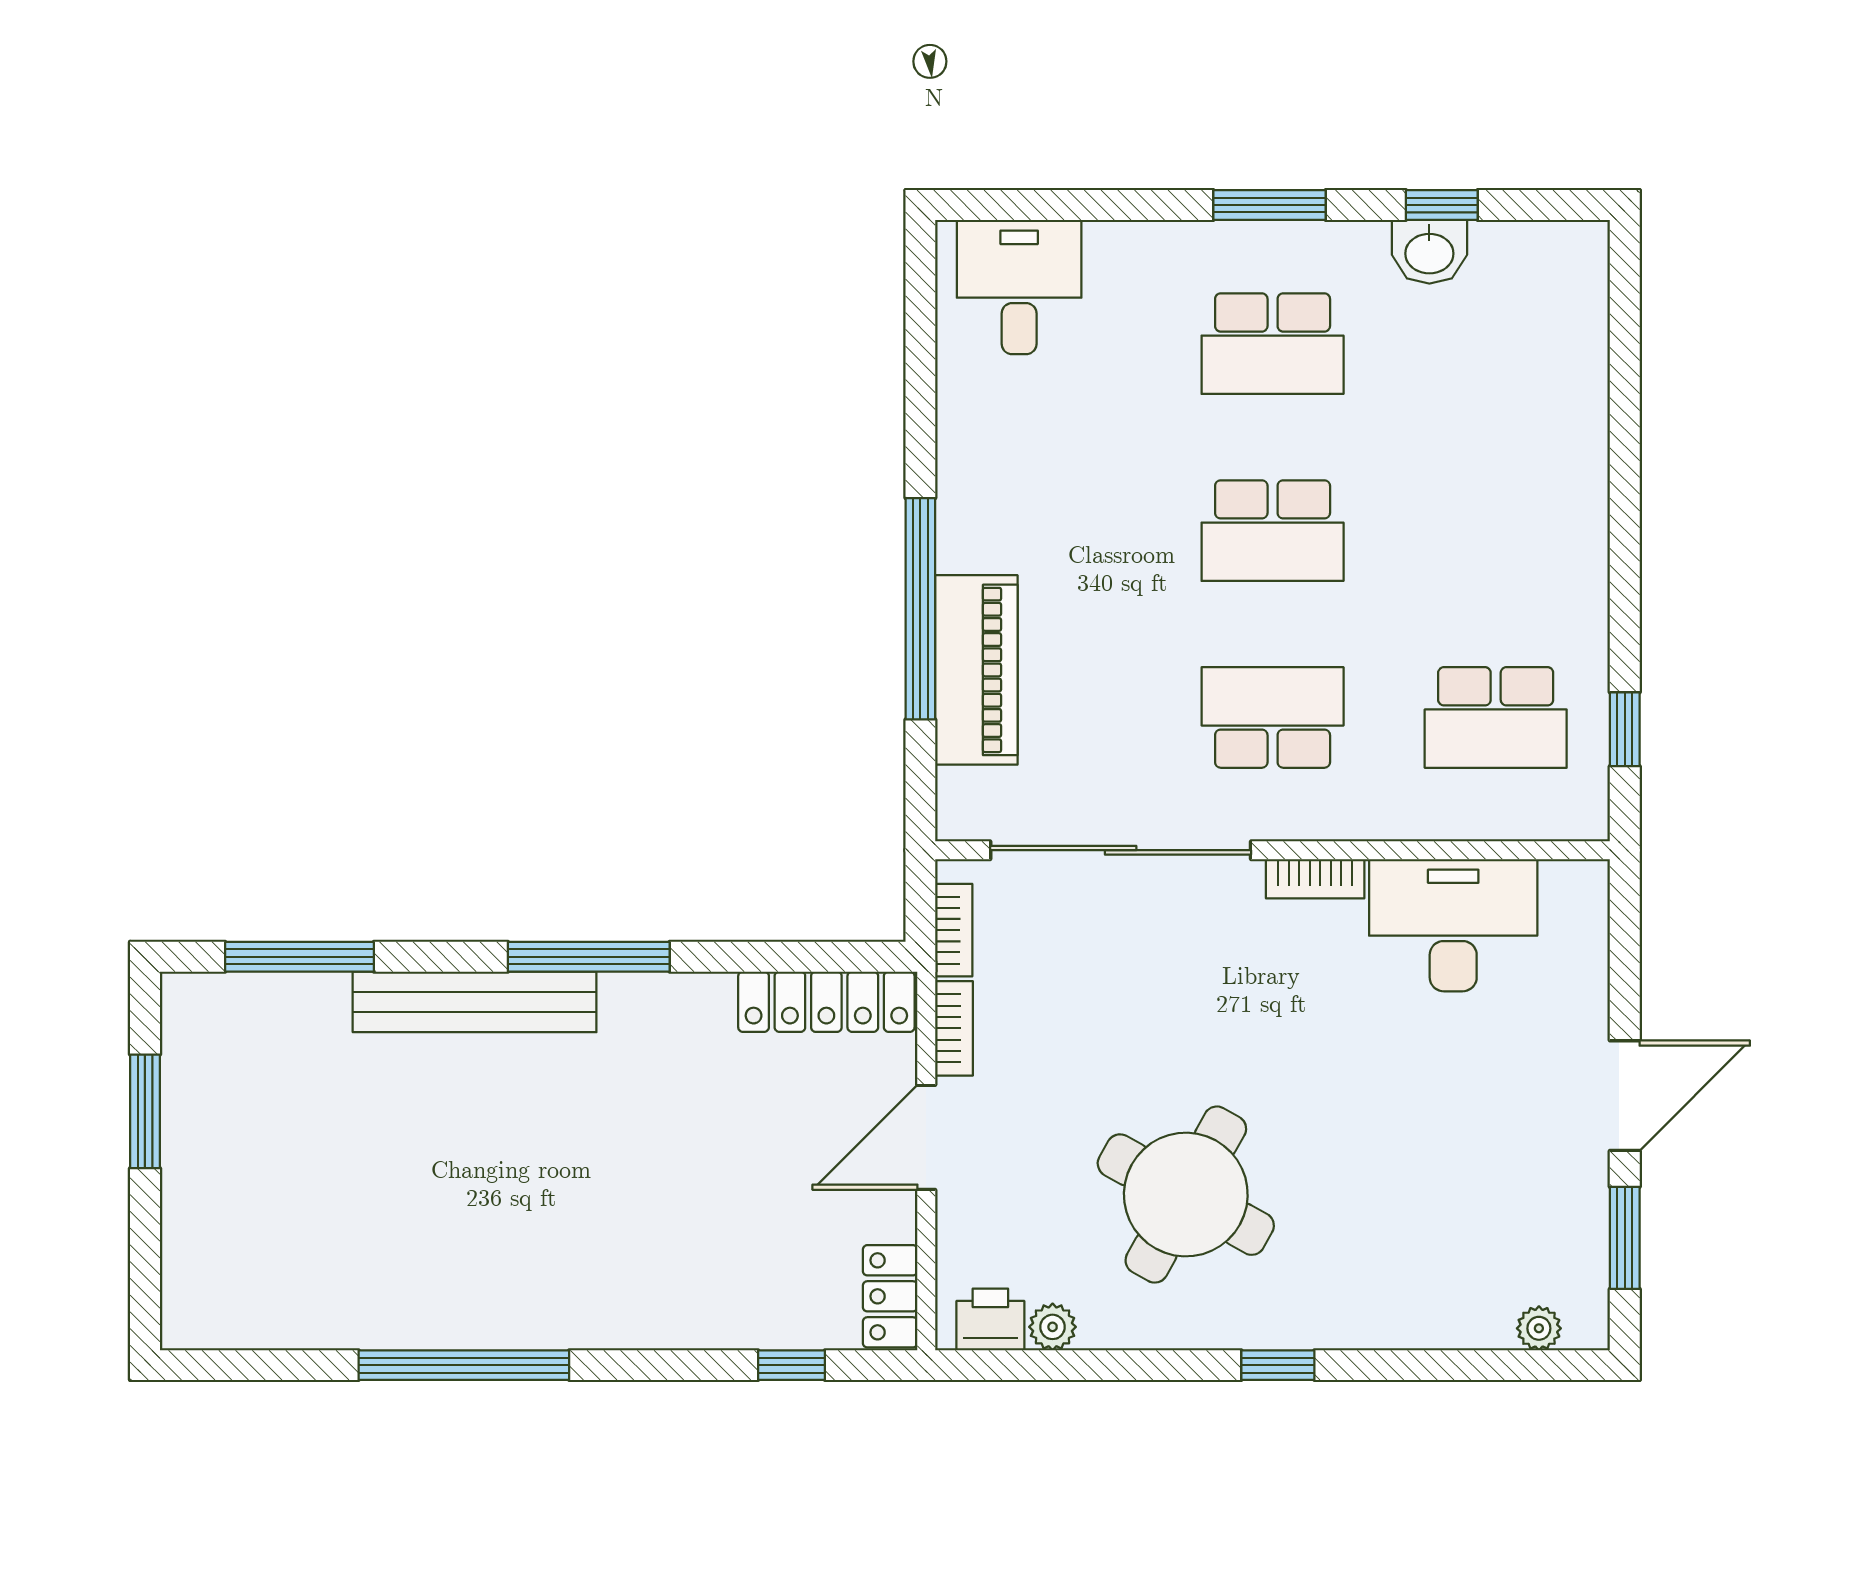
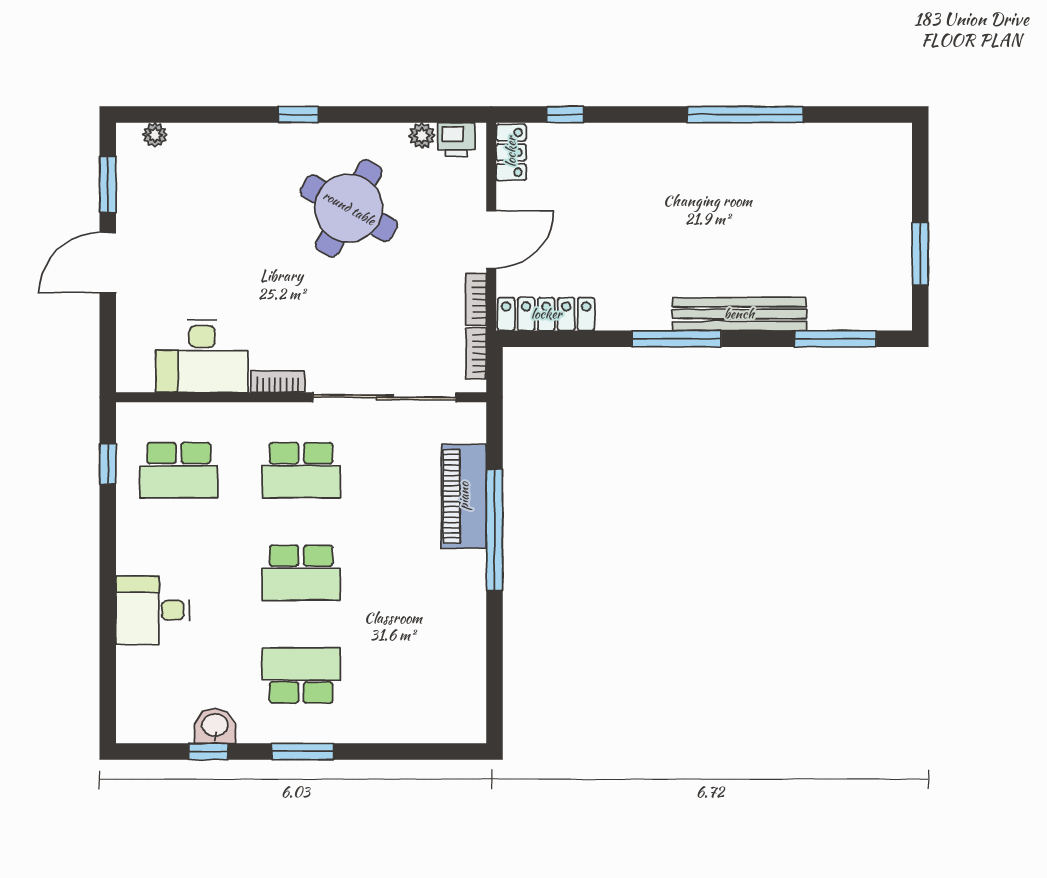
desk: (1019, 287) -> (153, 610), moved, turned 90
school desk: (1273, 531) -> (301, 573), turned 180
school desk: (1496, 717) -> (179, 470), turned 180

